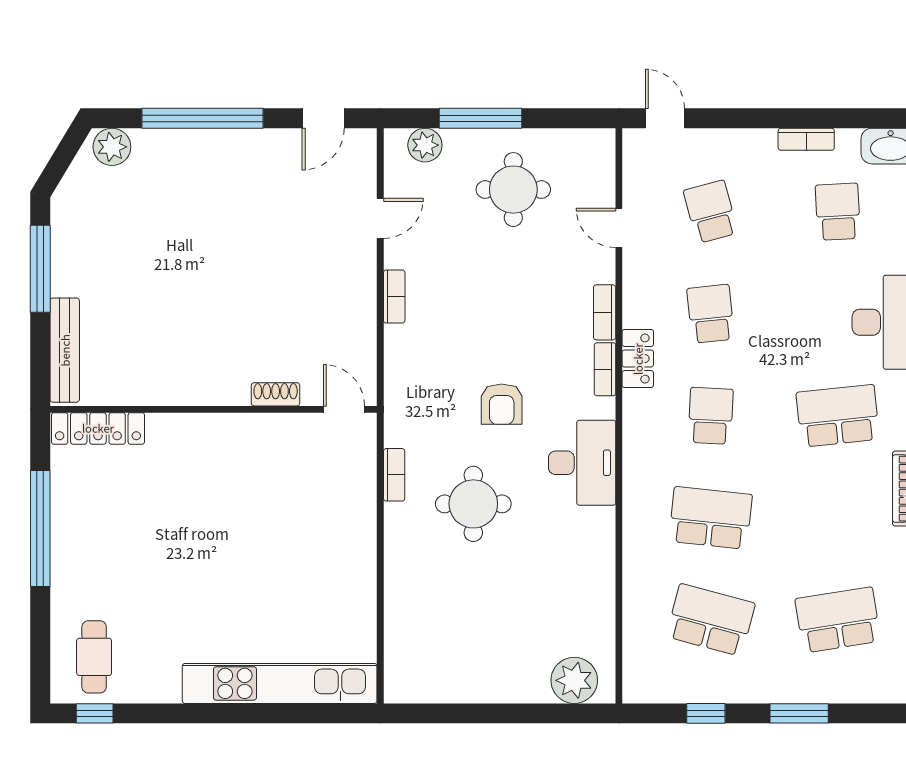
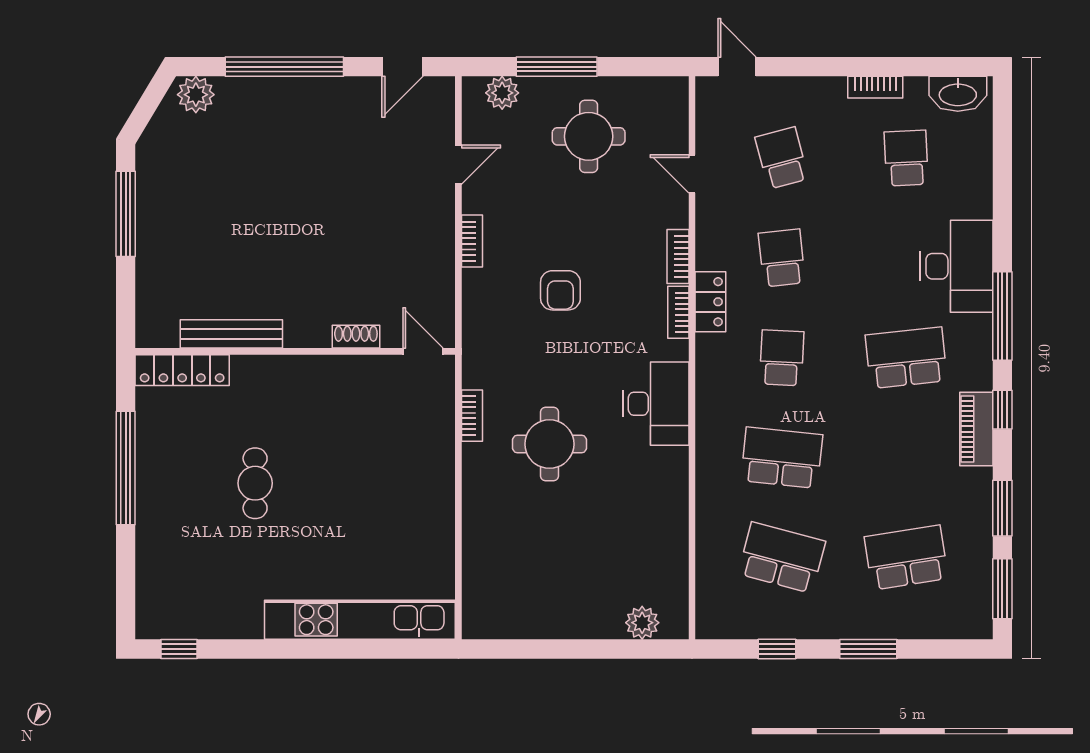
bench: (65, 350) -> (231, 334), moved, turned 90
armchair: (502, 404) -> (560, 290), moved
cafe table: (94, 657) -> (255, 483), moved
plant: (574, 680) -> (642, 623), width x0.73, depth x0.73

